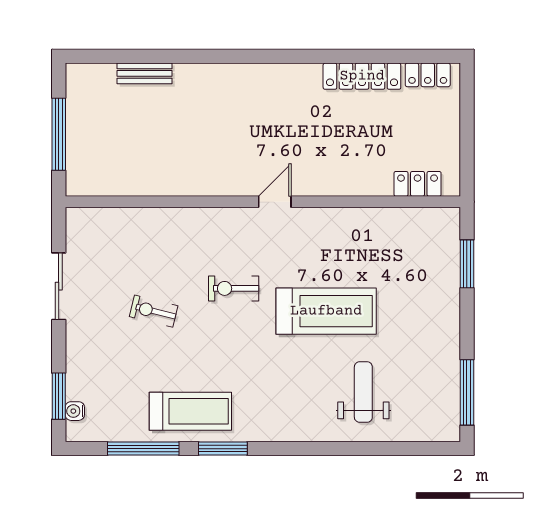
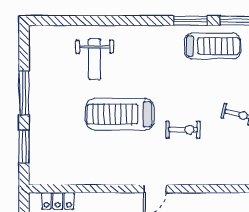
window: (467, 392) -> (24, 93), moved
treadmill: (190, 411) -> (212, 46), turned 180

